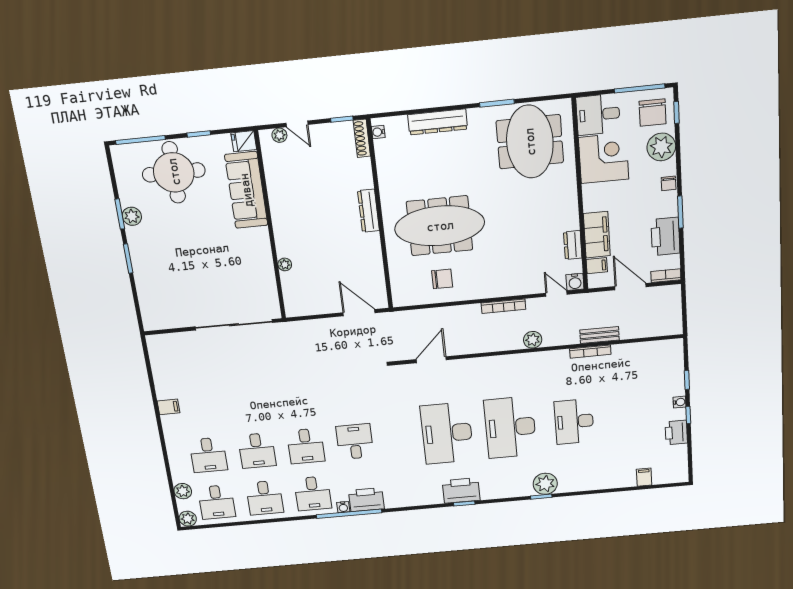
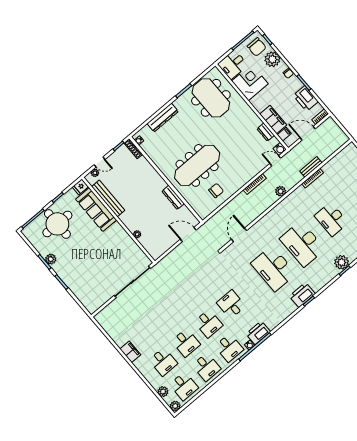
bench: (275, 186) -> (108, 198), added
dresser: (368, 211) -> (173, 197), moved
filing cabinet: (168, 407) -> (130, 352), width x2.00

